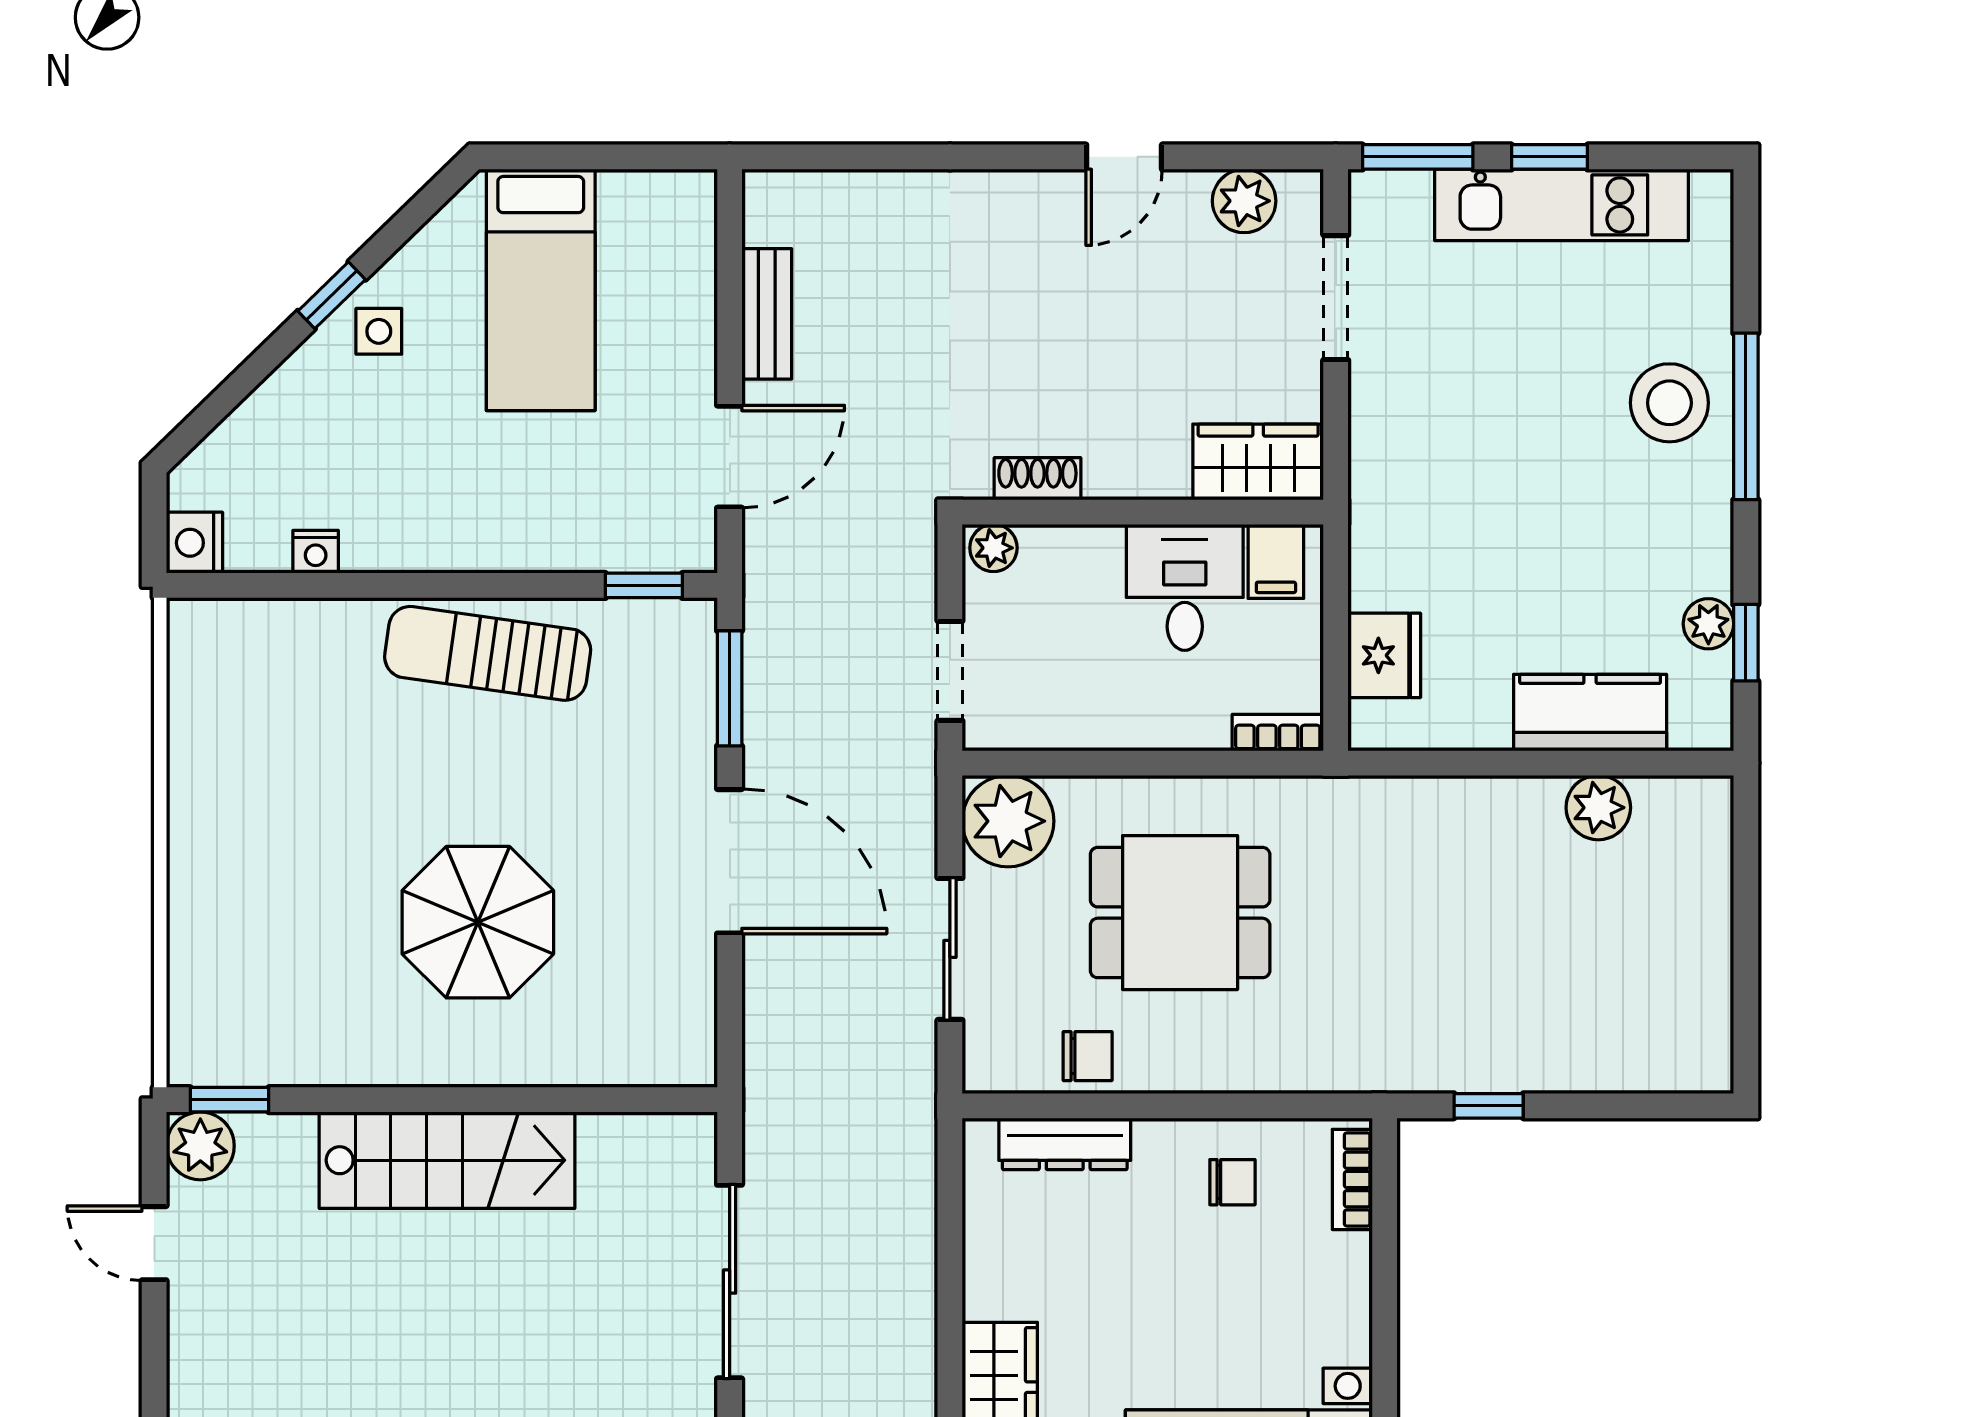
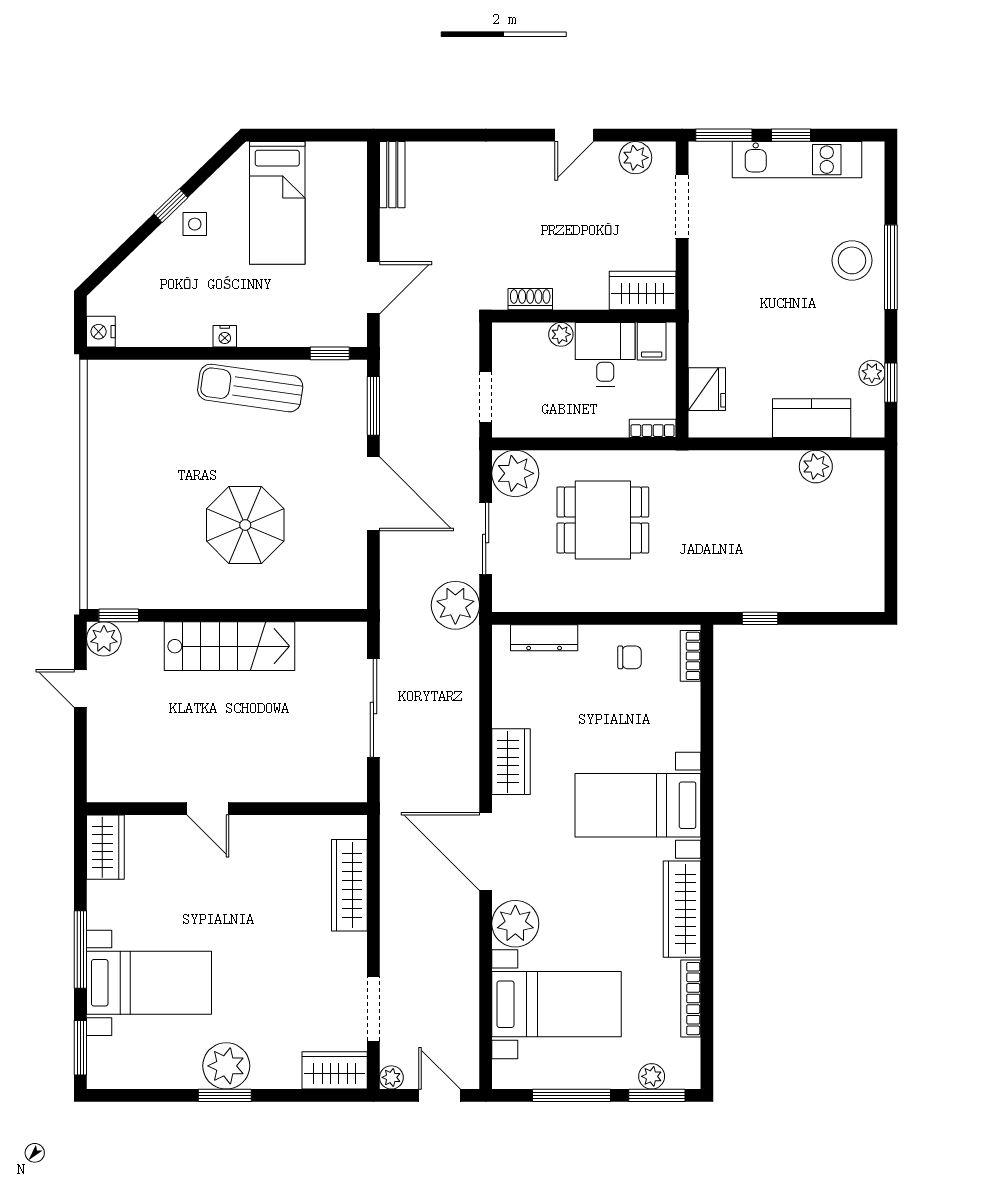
bench: (767, 314) -> (392, 175), moved
plant: (993, 548) -> (561, 334), moved
nightstand: (316, 552) -> (225, 336), moved
chair: (1088, 1056) -> (556, 593), removed
plant: (891, 1080) -> (455, 605), added

